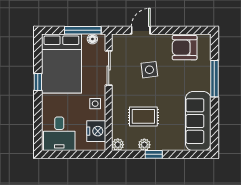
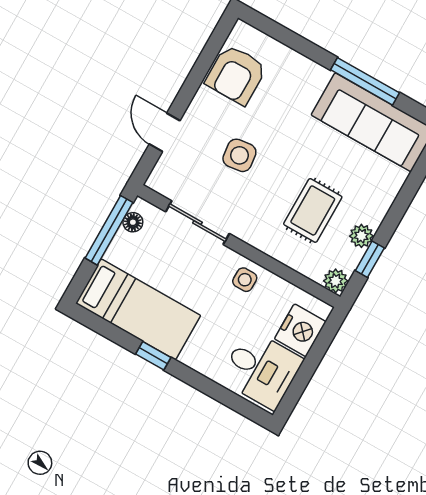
bed: (61, 64) -> (138, 309), width x0.67
window: (214, 79) -> (365, 81), moved
nightstand: (96, 131) -> (300, 330), moved, turned 90
window: (154, 154) -> (370, 259), moved

